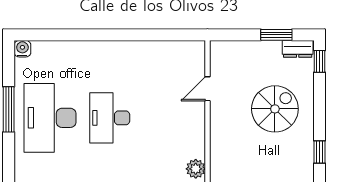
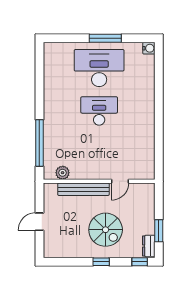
door: (208, 89) -> (120, 181), swing flipped
bench: (219, 140) -> (83, 189), added
window: (319, 152) -> (101, 262), moved

